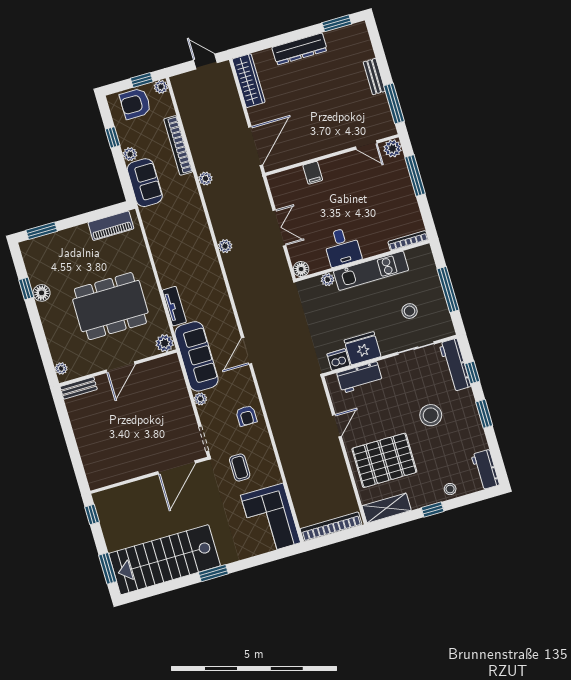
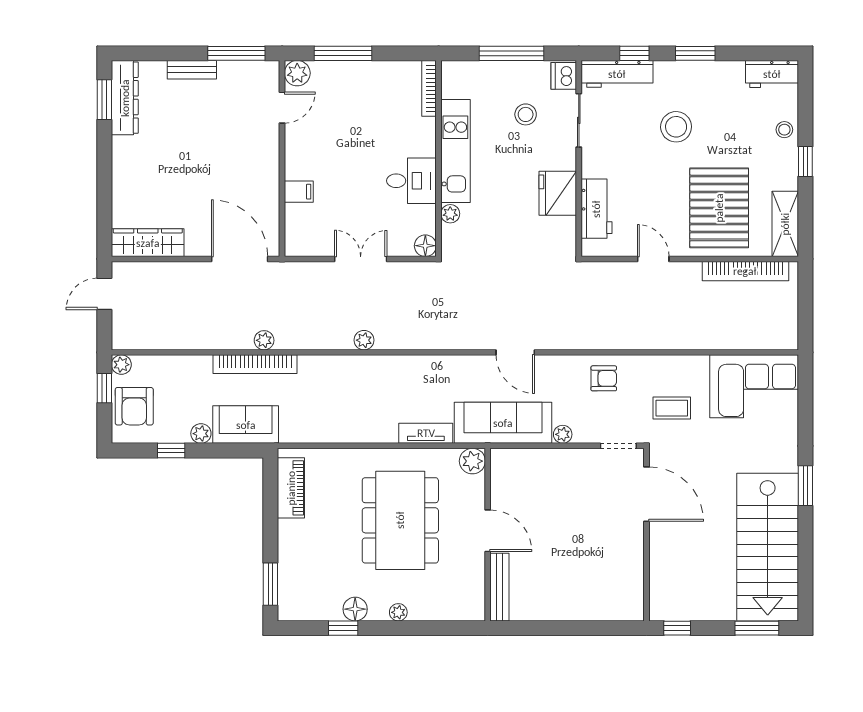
dresser: (300, 49) -> (125, 98), moved
bookcase: (178, 145) -> (255, 364), moved
dishwasher: (338, 360) -> (564, 76), moved
plant: (61, 368) -> (398, 612), moved
bench: (79, 388) -> (499, 587), width x1.36
bookcase: (331, 527) -> (745, 271), moved, turned -90

